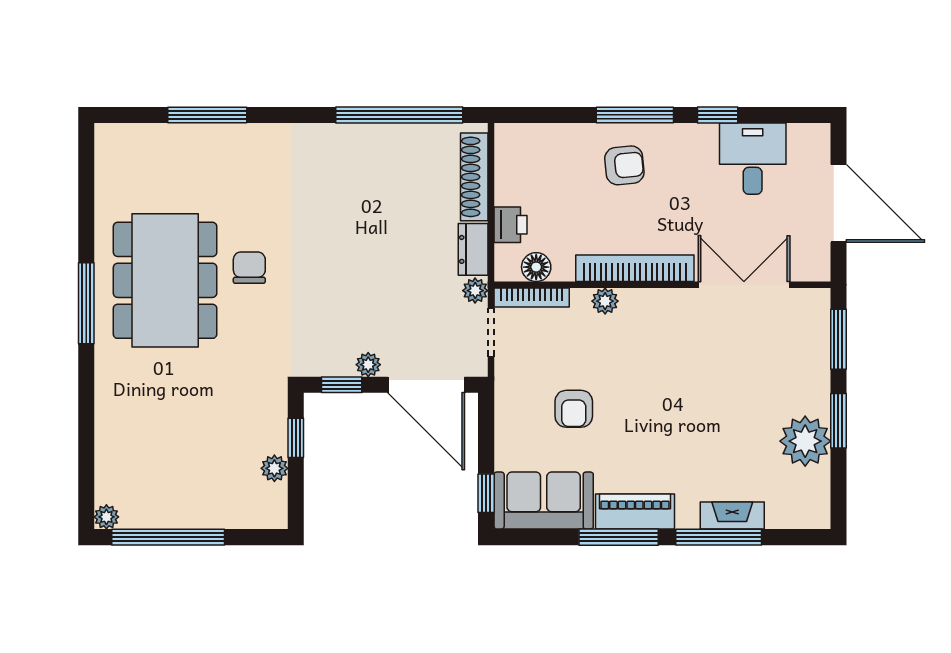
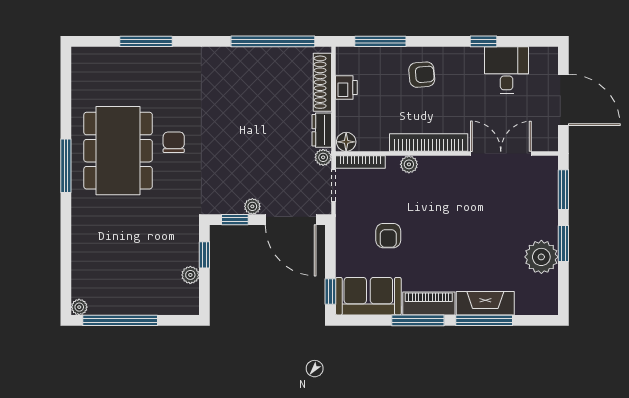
window: (635, 115) -> (380, 41), moved
printer: (510, 225) -> (346, 88), moved
floor lamp: (536, 267) -> (346, 142), moved
fireplace: (732, 516) -> (485, 303), width x1.37, depth x1.32

